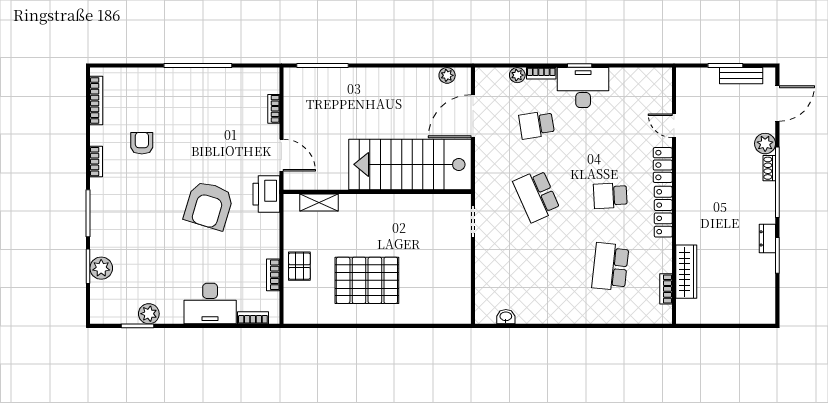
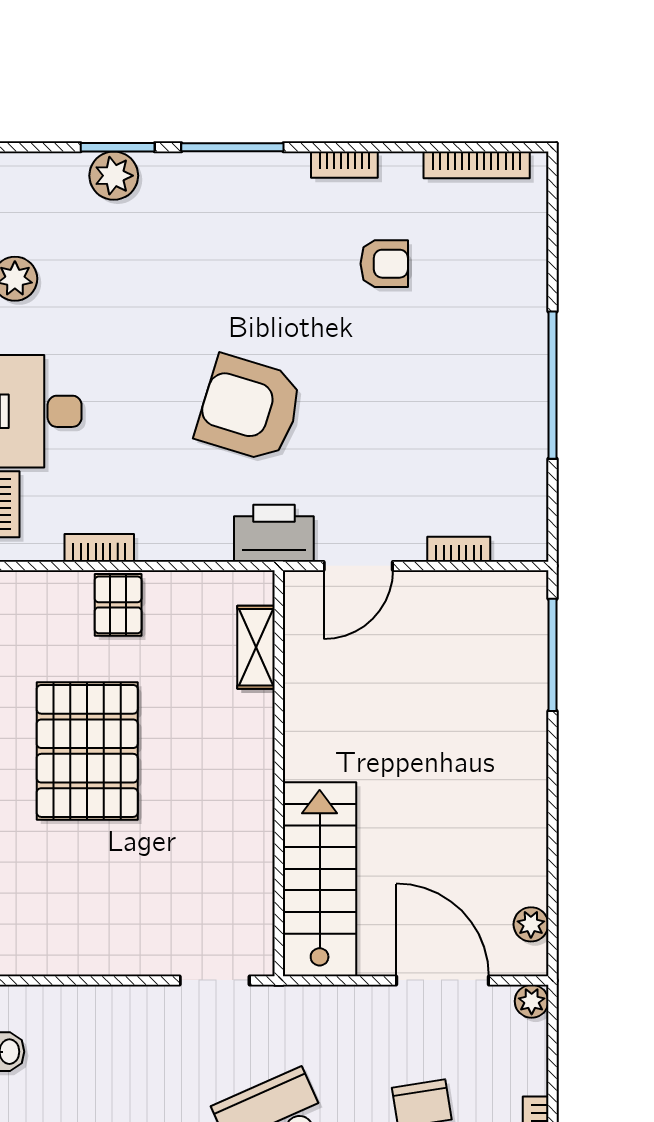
plant: (517, 75) -> (532, 1001), moved
stairs: (410, 164) -> (320, 879), width x0.73, depth x0.66
pallet: (299, 266) -> (118, 605), turned 90

